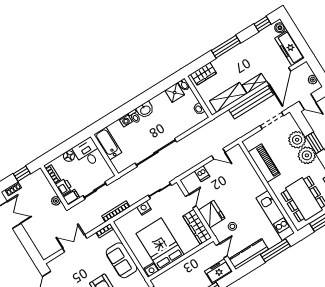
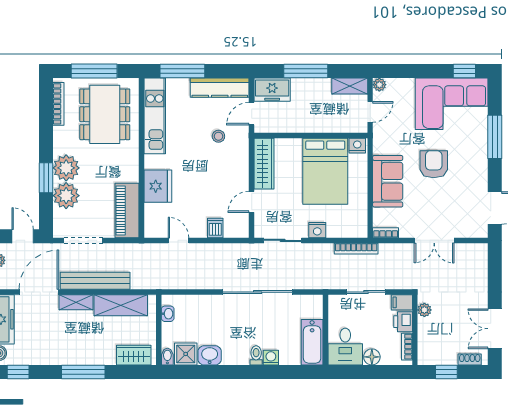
washbasin: (145, 110) -> (210, 355), moved
piano: (264, 163) -> (127, 211), moved
fridge: (212, 214) -> (158, 186), moved, turned 180

